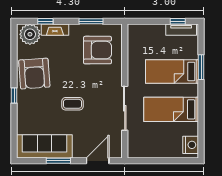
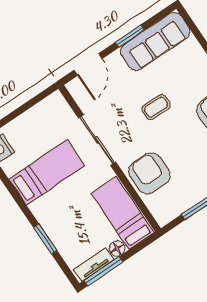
window: (178, 21) -> (103, 271), width x2.17
floor lamp: (159, 30) -> (117, 249), added
armchair: (97, 50) -> (149, 173), moved, turned 90
bed: (172, 71) -> (123, 213), moved, turned -90

